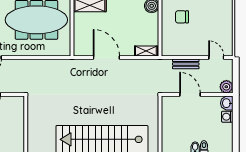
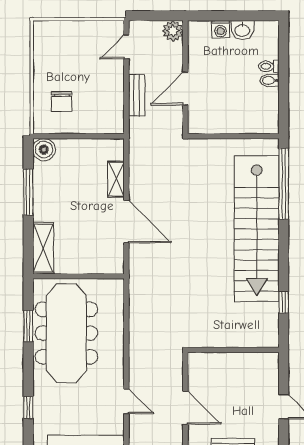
shelving: (146, 51) -> (116, 179), moved
door: (106, 58) -> (126, 222), swing flipped
washbasin: (227, 103) -> (242, 30), moved

